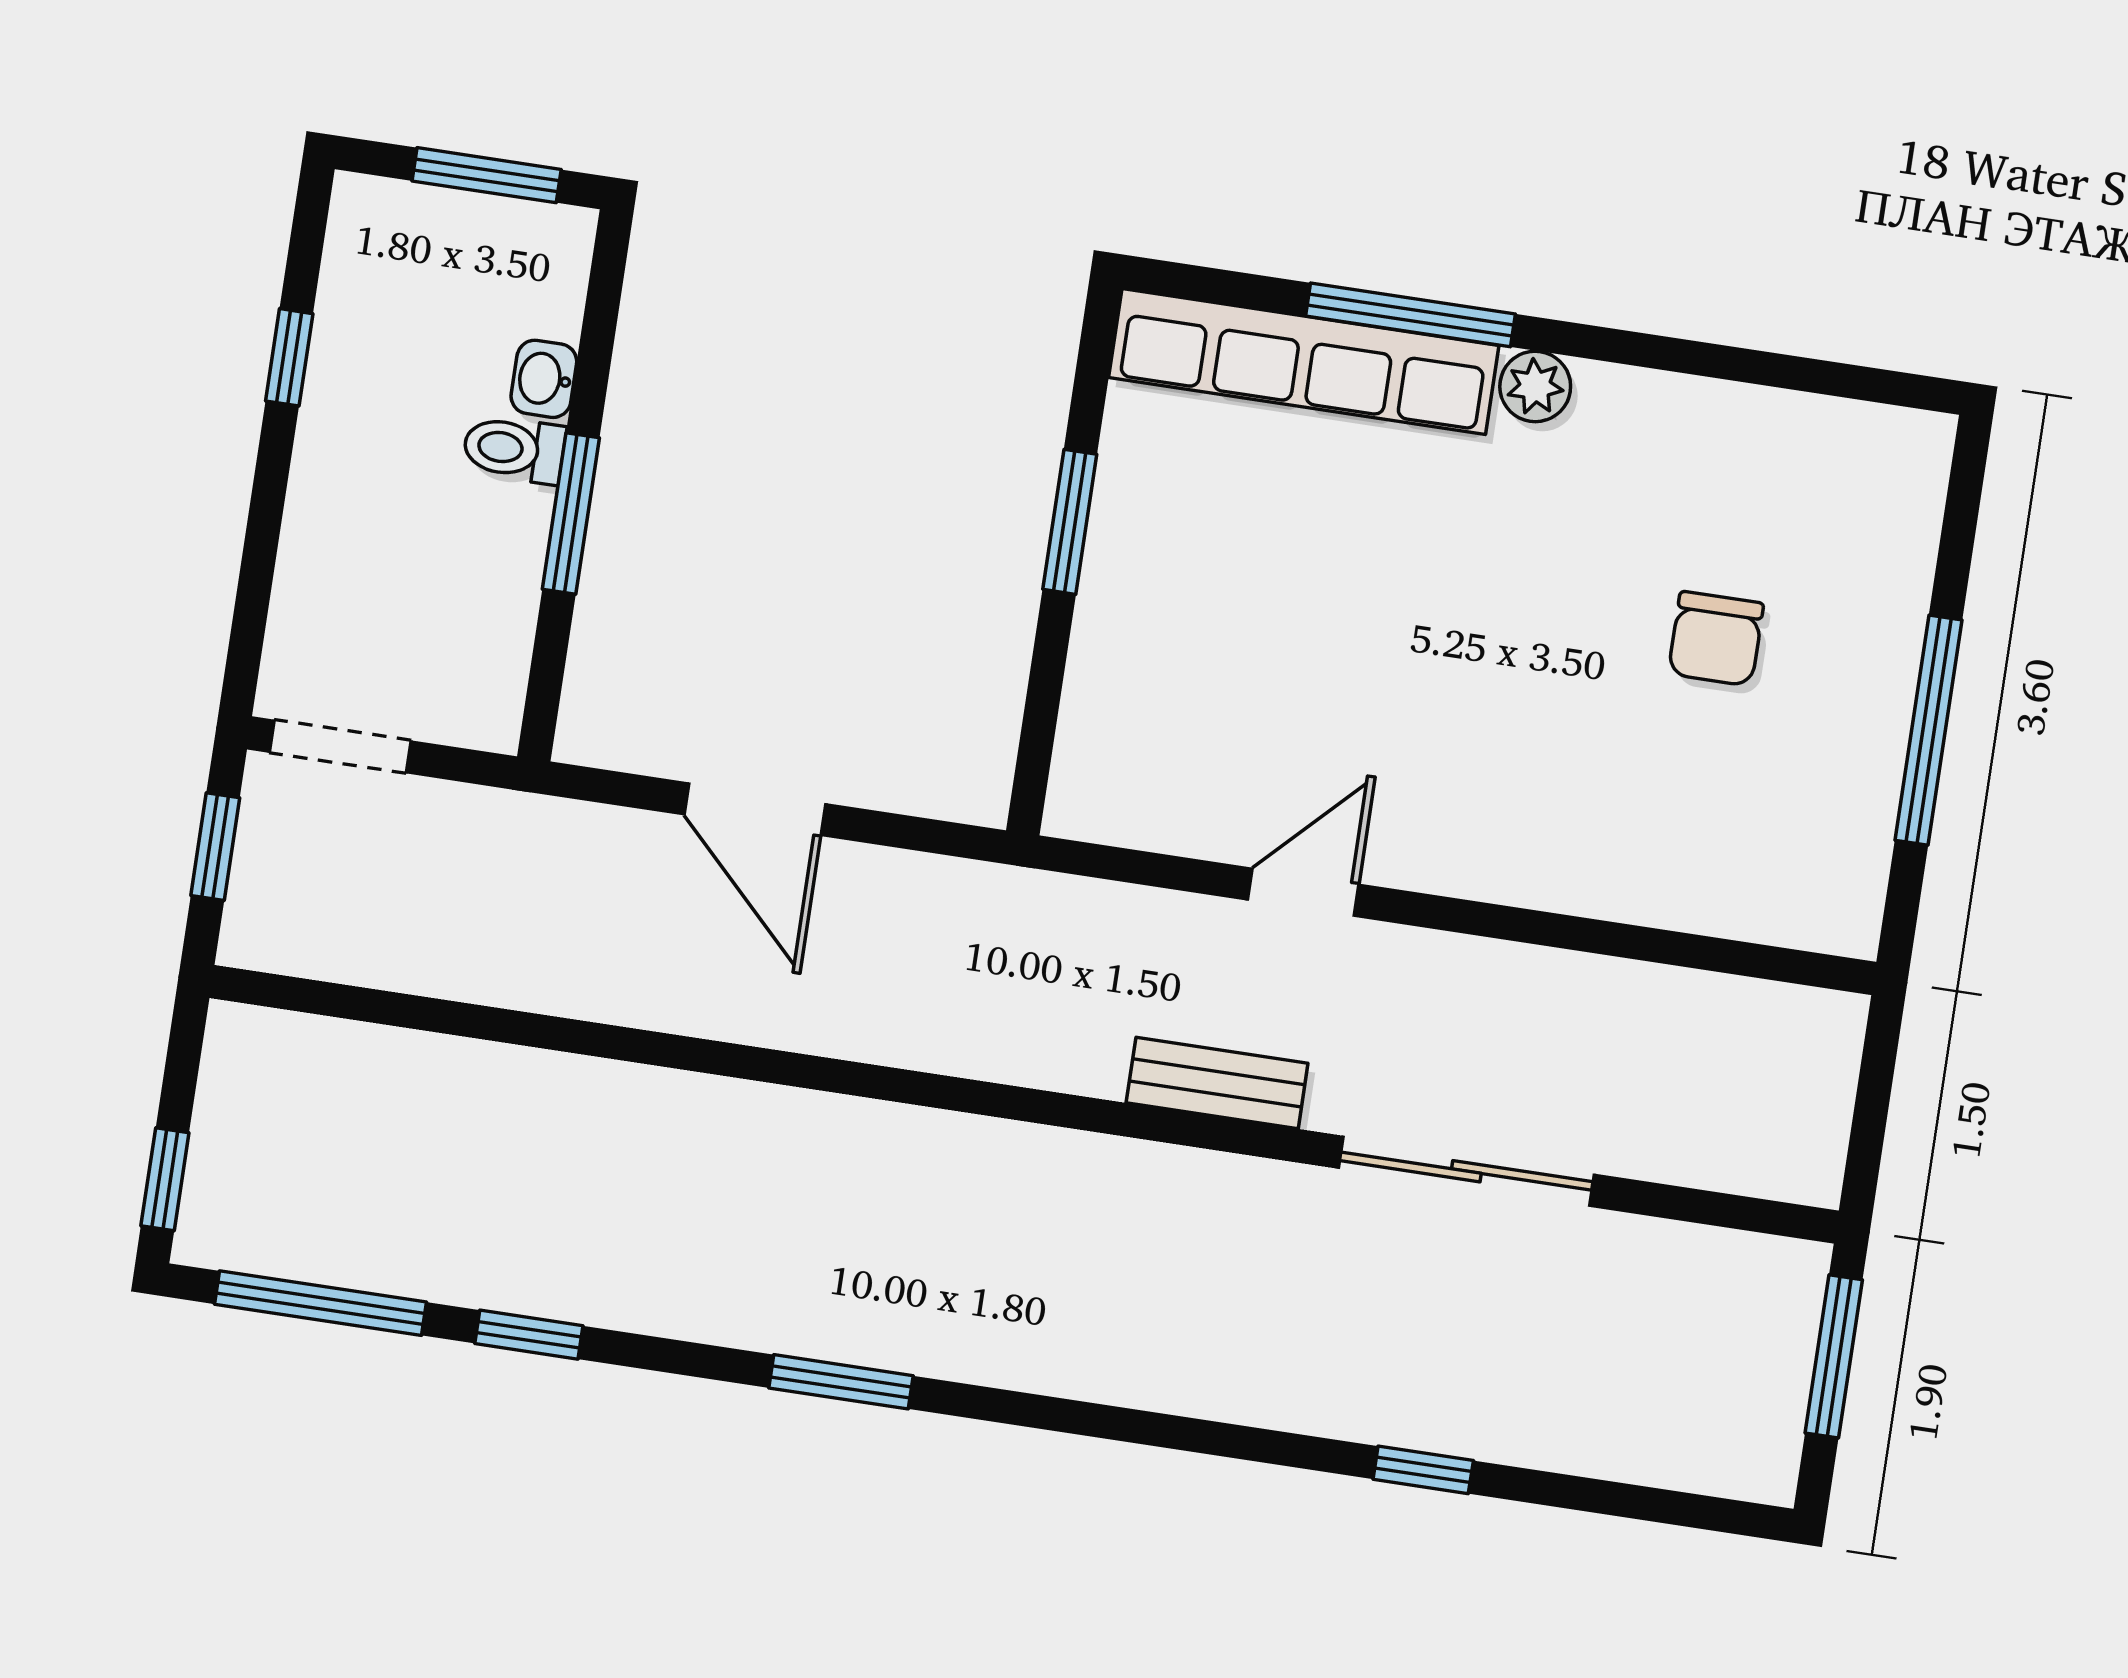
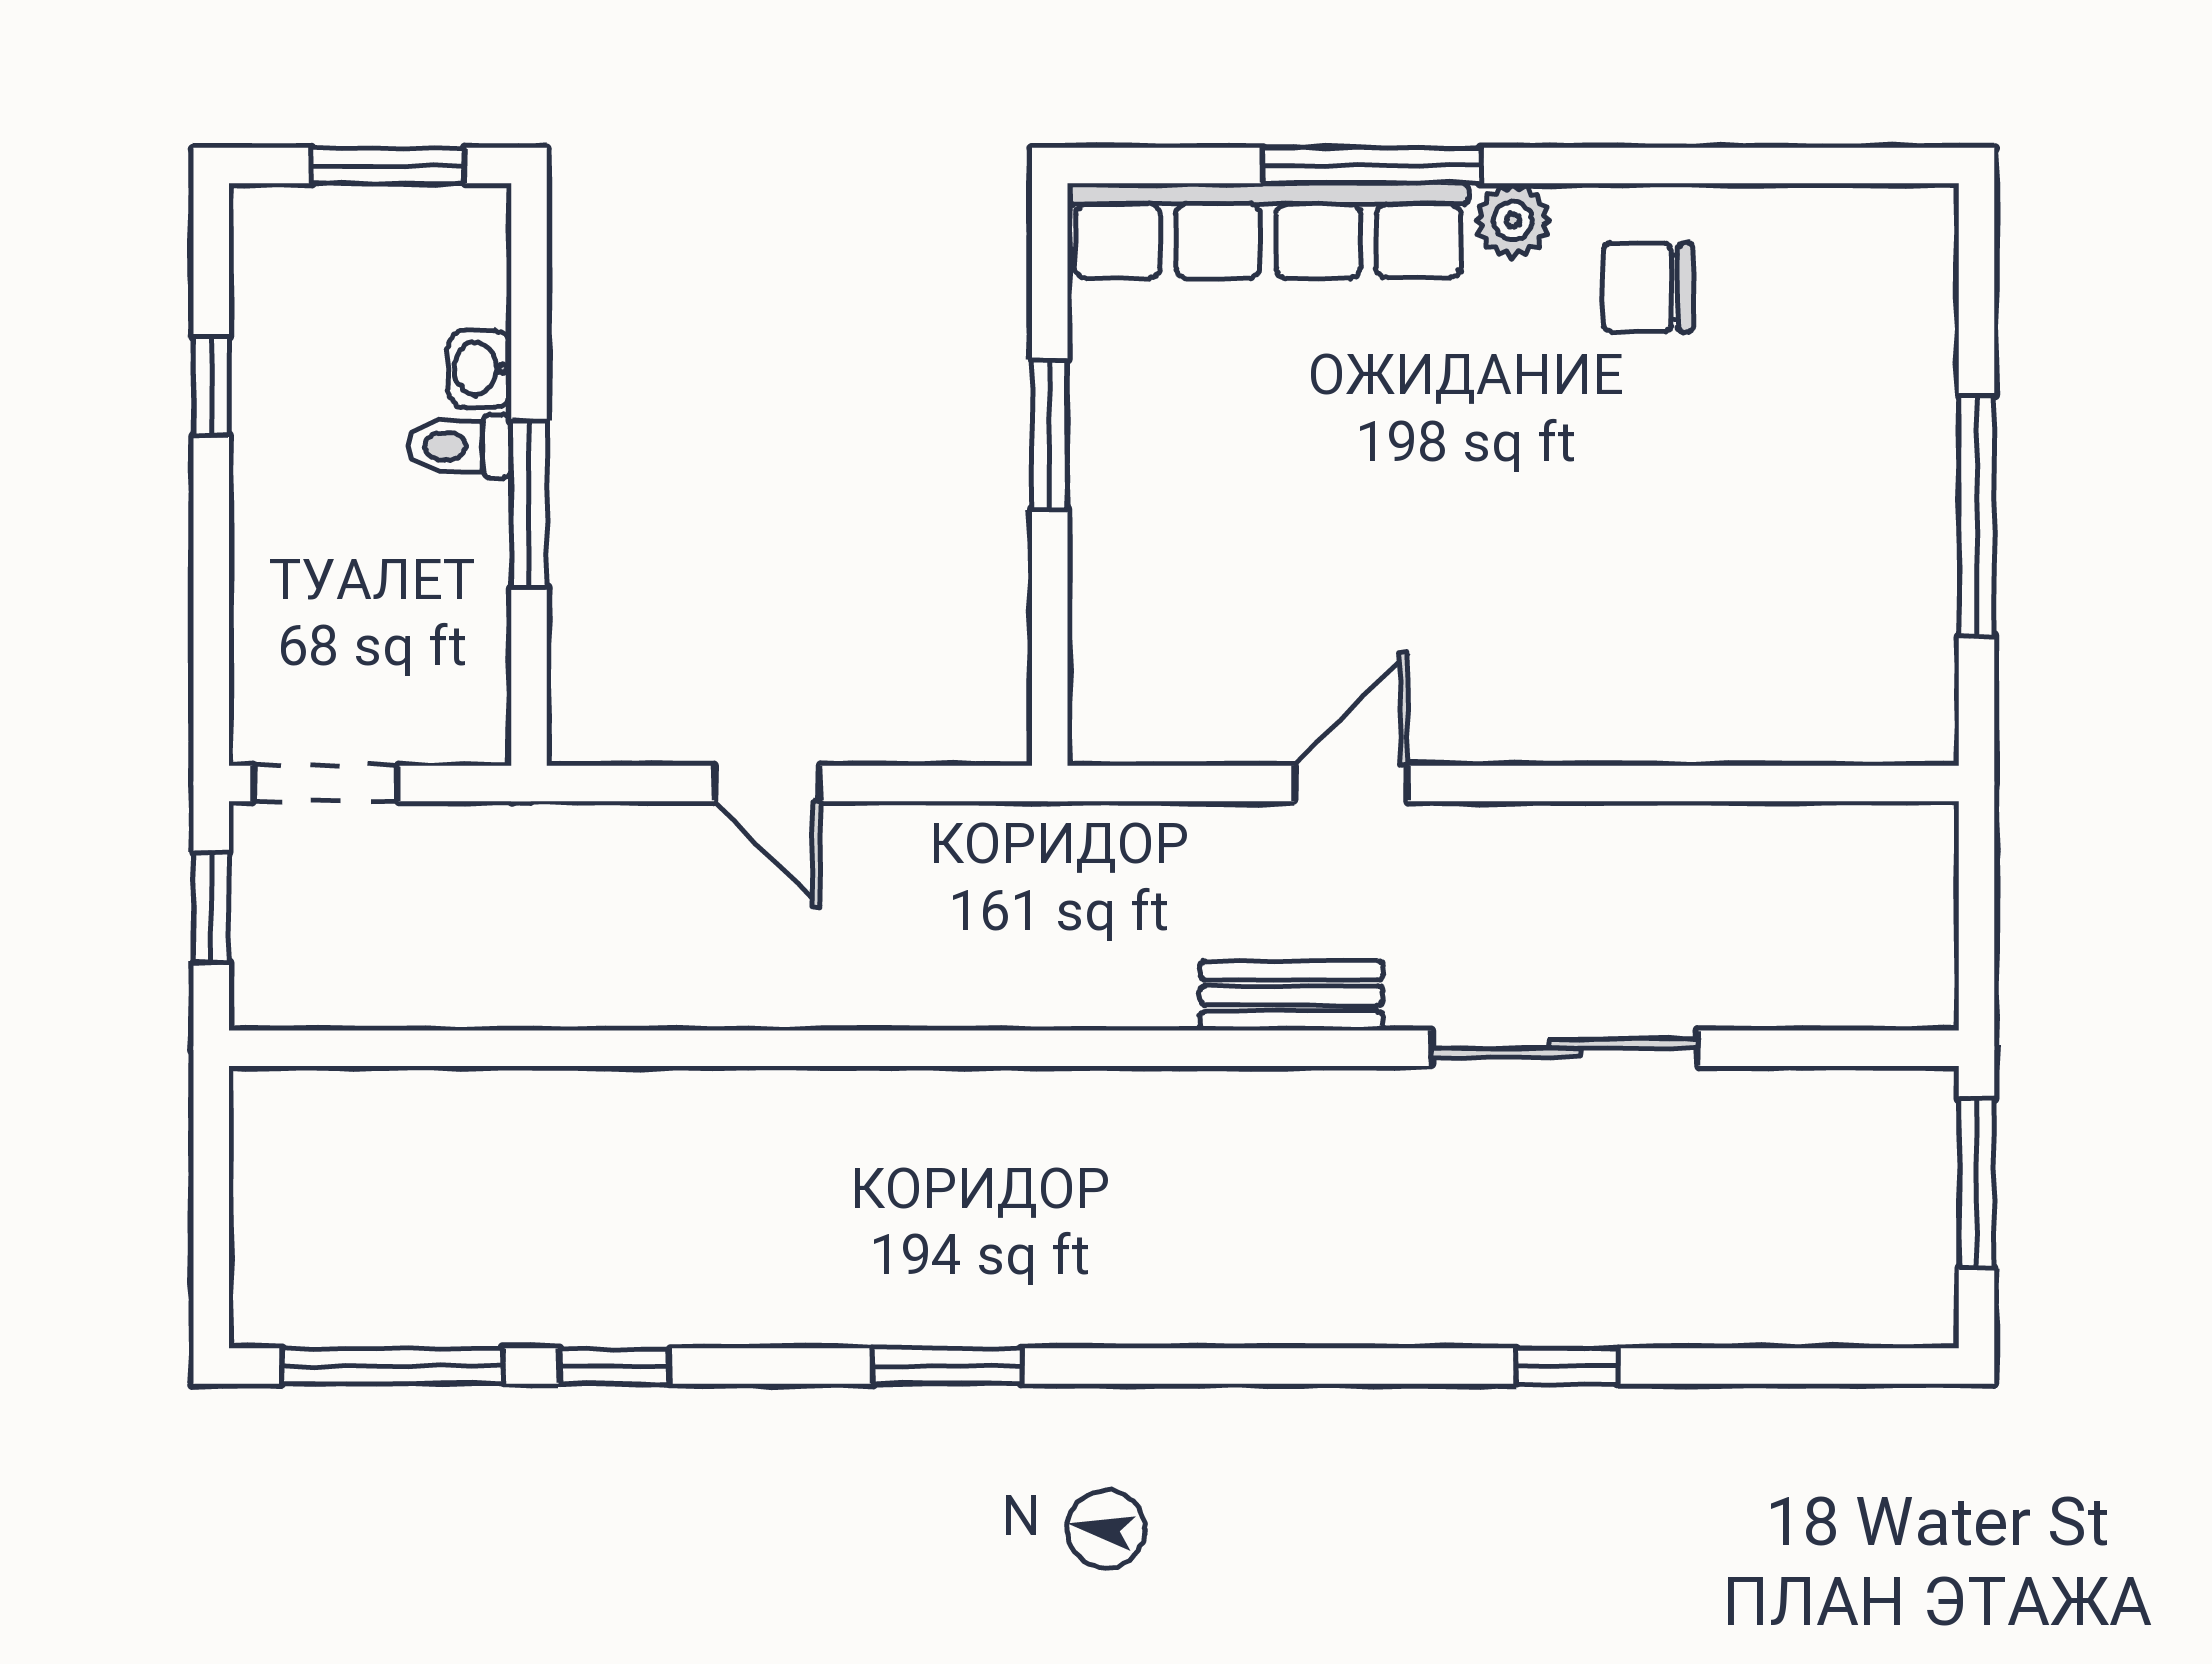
chair: (1716, 639) -> (1648, 287), moved, turned 90
door: (755, 809) -> (767, 783), width x0.73
window: (165, 1179) -> (211, 1261), removed

